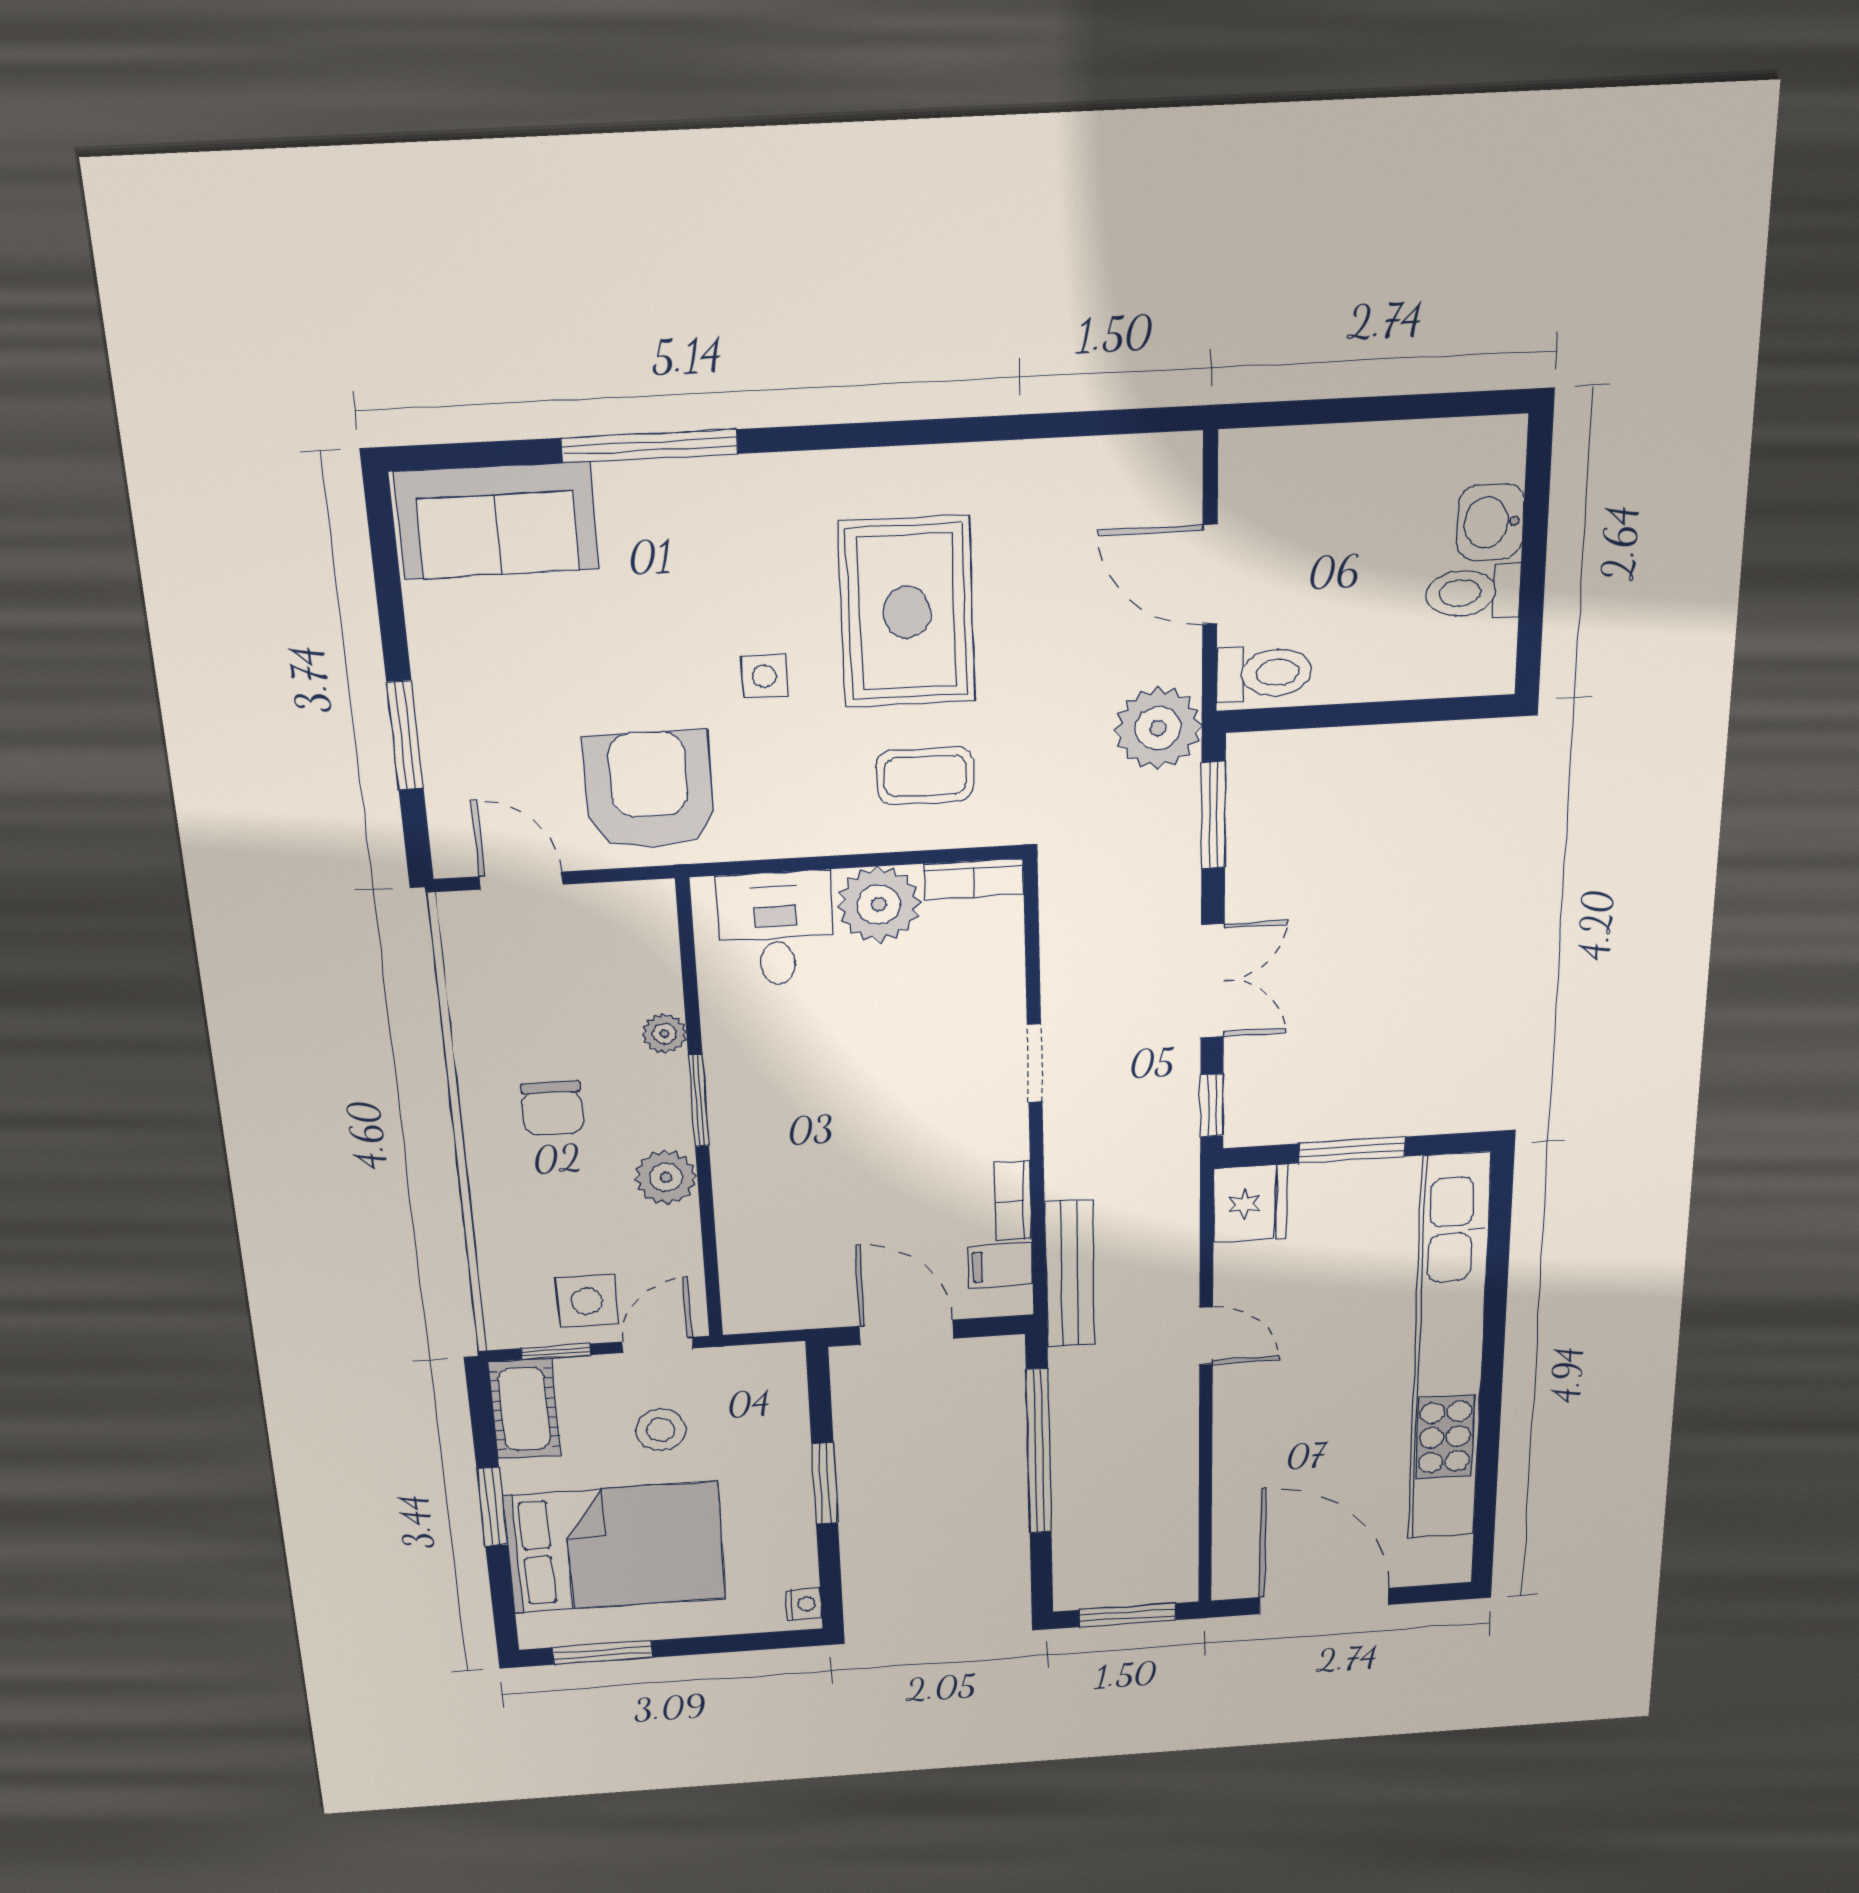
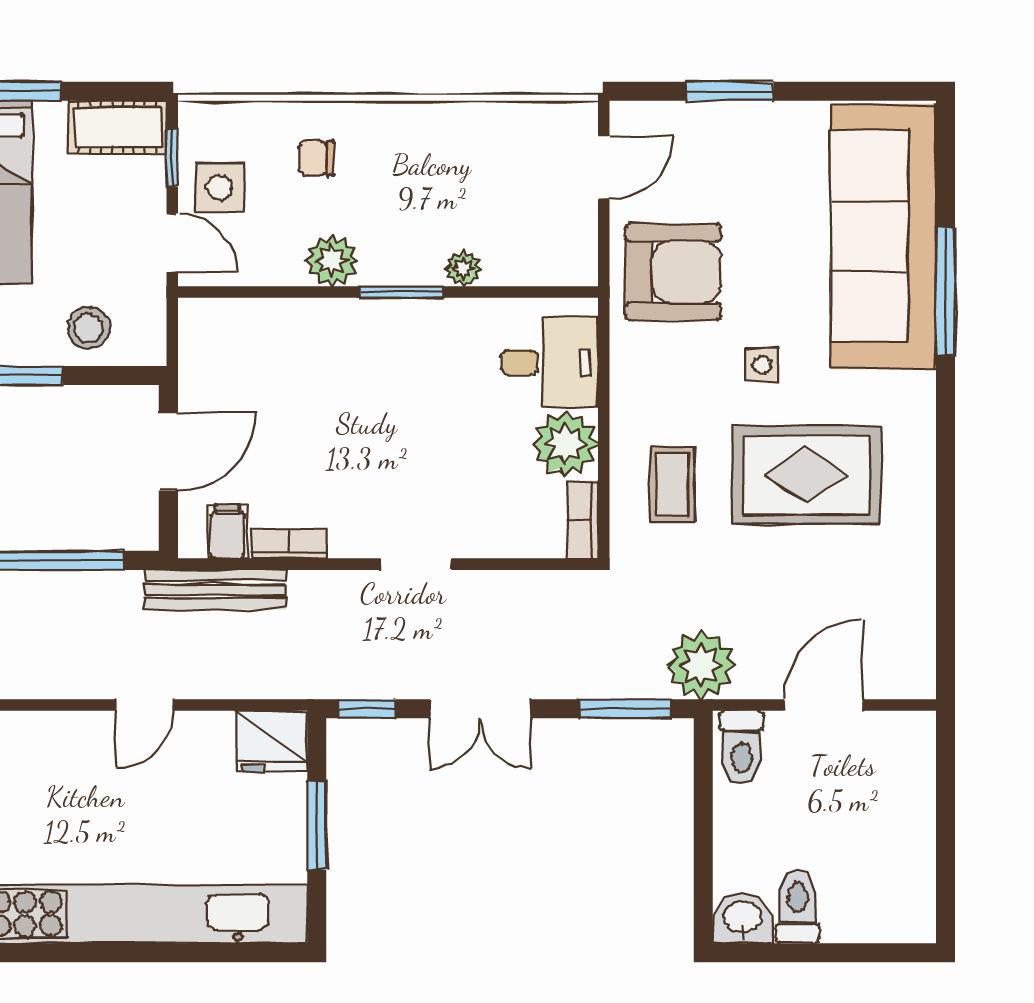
sofa: (497, 521) -> (883, 237), width x1.85, depth x1.27
washbasin: (1491, 522) -> (742, 918), moved
chair: (552, 1108) -> (316, 158), moved, width x0.73, depth x0.73
stool: (661, 1430) -> (89, 328), moved

